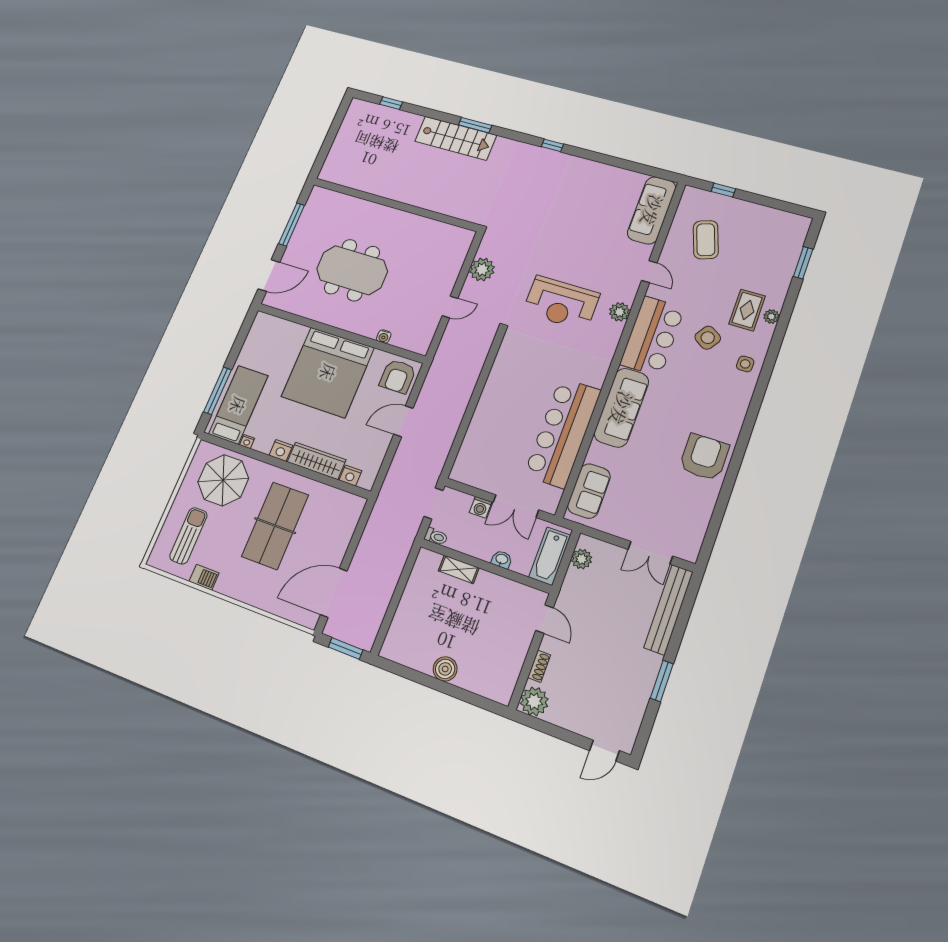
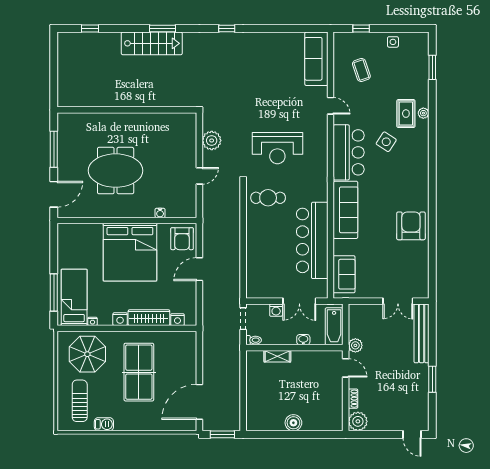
coffee table: (706, 240) -> (361, 70), width x0.73, depth x0.77
plant: (620, 312) -> (320, 142), removed
cafe table: (526, 360) -> (268, 198), added
side table: (745, 364) -> (393, 42), moved
plant: (582, 559) -> (355, 345), moved
door: (604, 751) -> (412, 434), hinge flipped

